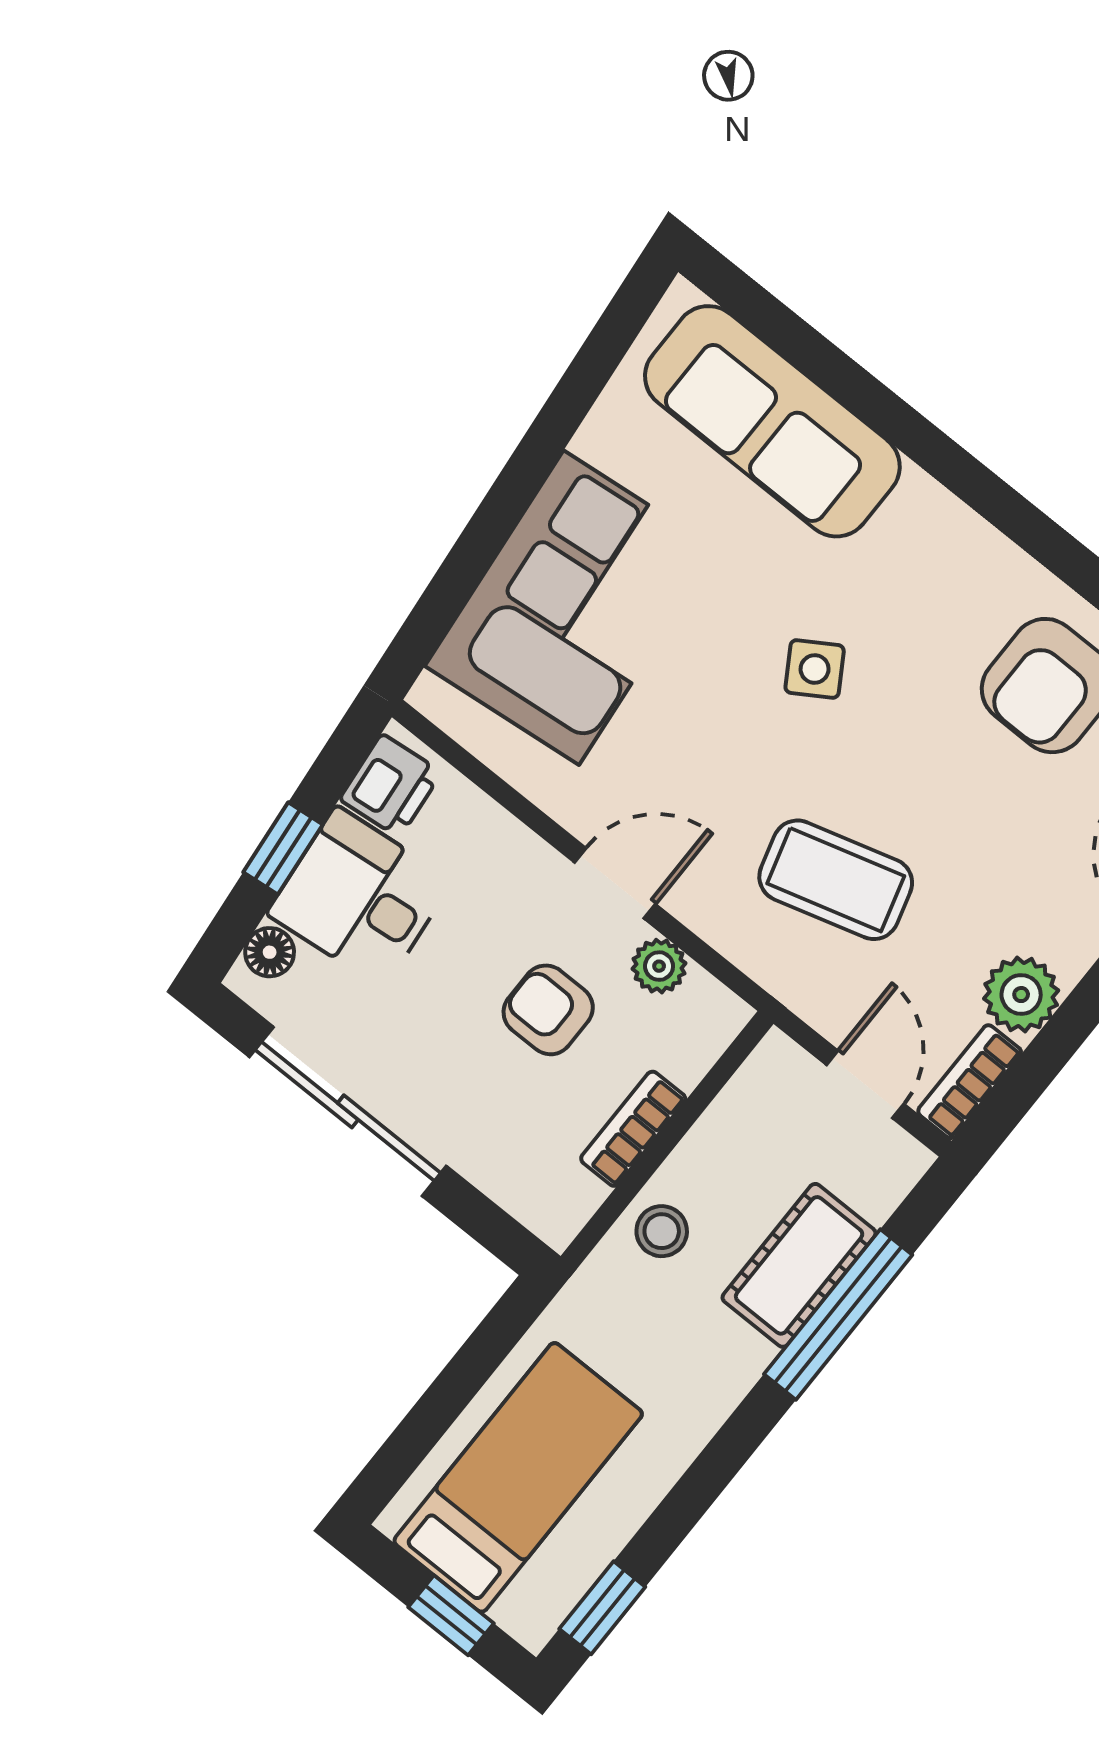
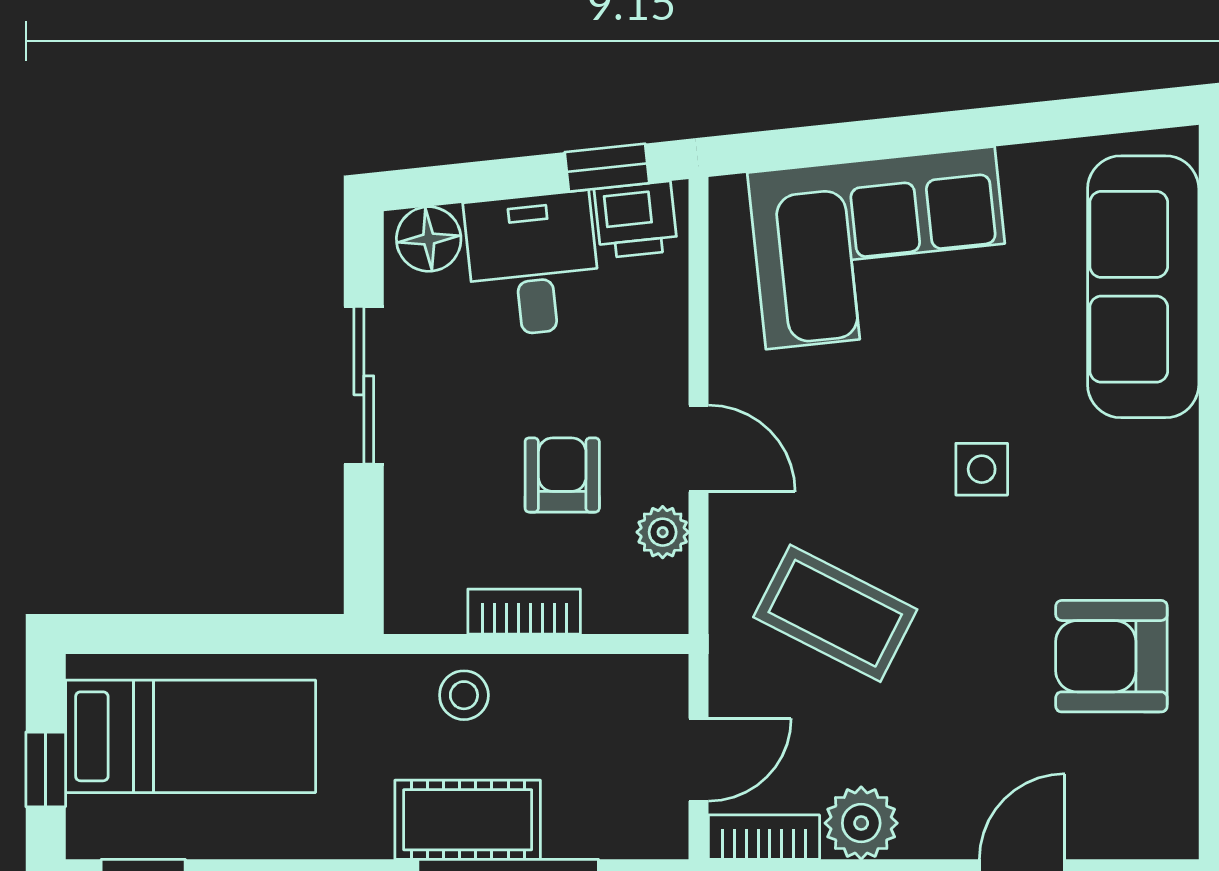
side table: (815, 669) -> (982, 469), turned 32
window: (283, 848) -> (607, 168), moved
coffee table: (836, 880) -> (835, 613), turned -47
floor lamp: (270, 952) -> (429, 239), width x1.37, depth x1.37
sliding door: (348, 1111) -> (364, 385), width x0.73
cot: (799, 1265) -> (468, 820), moved

